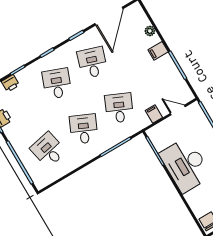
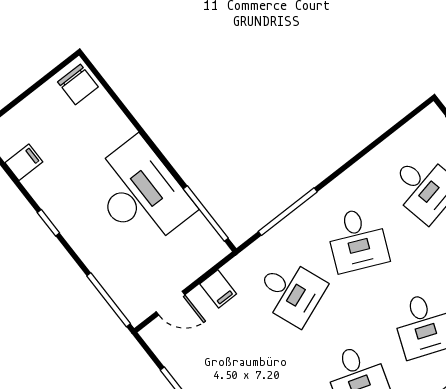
desk: (119, 108) -> (290, 292), turned -45

